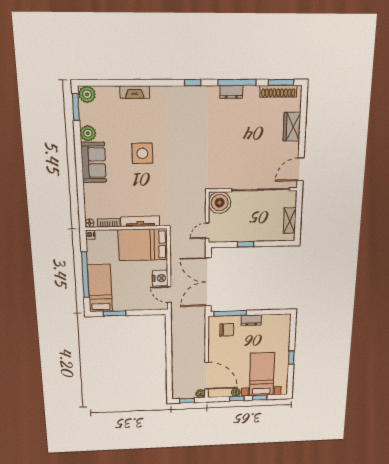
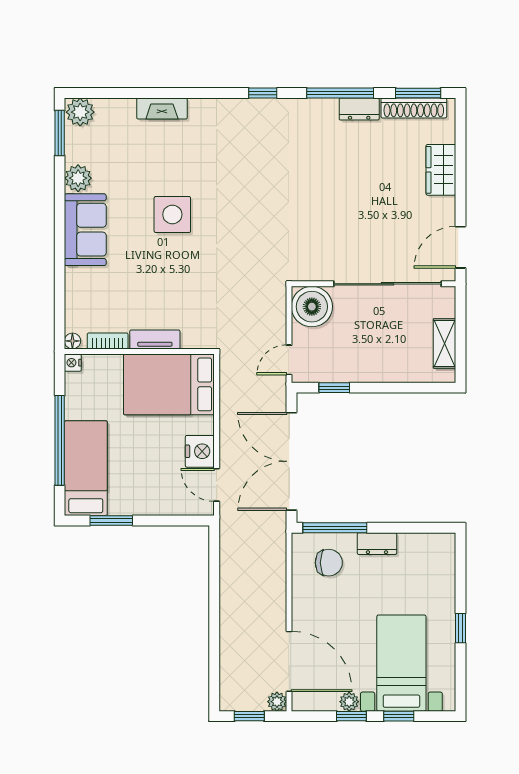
dresser: (231, 92) -> (359, 109), moved
tv unit: (140, 221) -> (155, 339), width x0.71
window: (246, 244) -> (334, 388), moved

